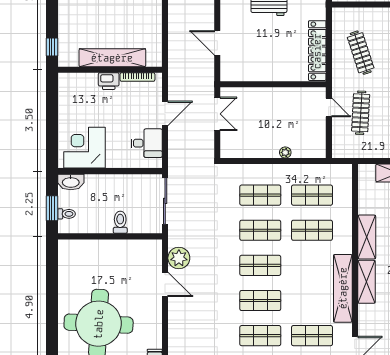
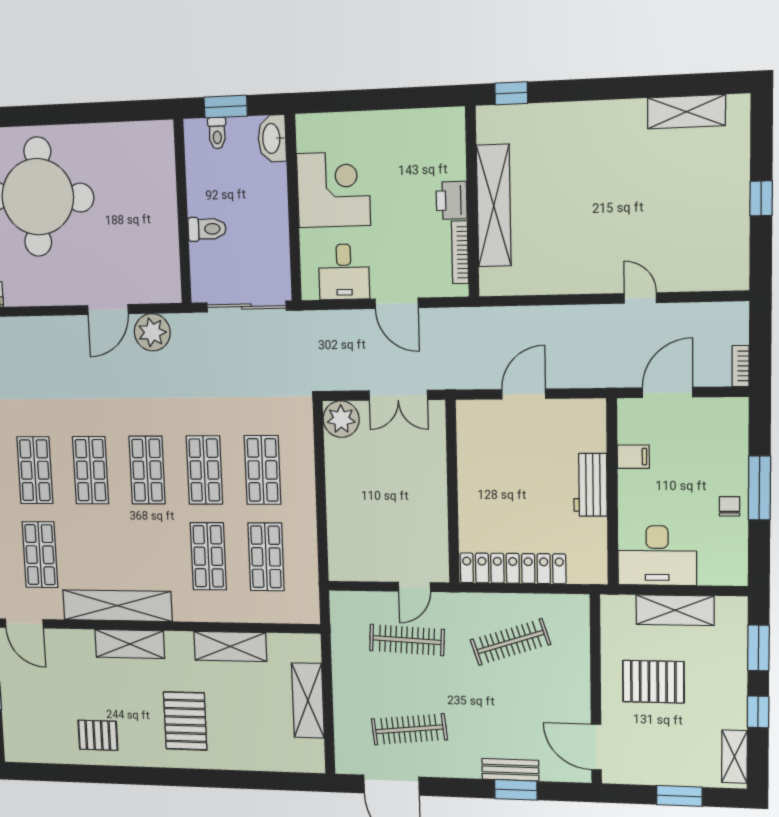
corner desk: (85, 148) -> (334, 189), moved
plant: (285, 152) -> (341, 419), moved, width x1.88, depth x1.88
shelving: (367, 237) -> (230, 646), moved

